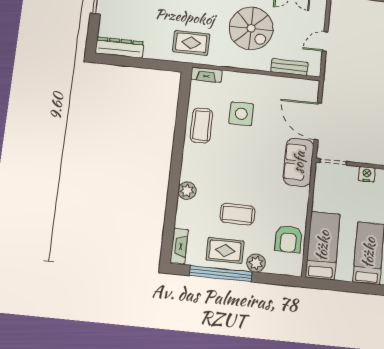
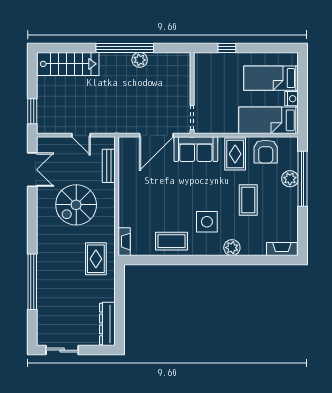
spiral stairs: (251, 28) -> (76, 205), turned 180
side table: (241, 114) -> (207, 222), moved
nightstand: (367, 174) -> (292, 99), moved, turned 180
armchair: (288, 239) -> (266, 152), turned 90
rug: (225, 250) -> (235, 154), moved
window: (221, 274) -> (303, 179), moved

